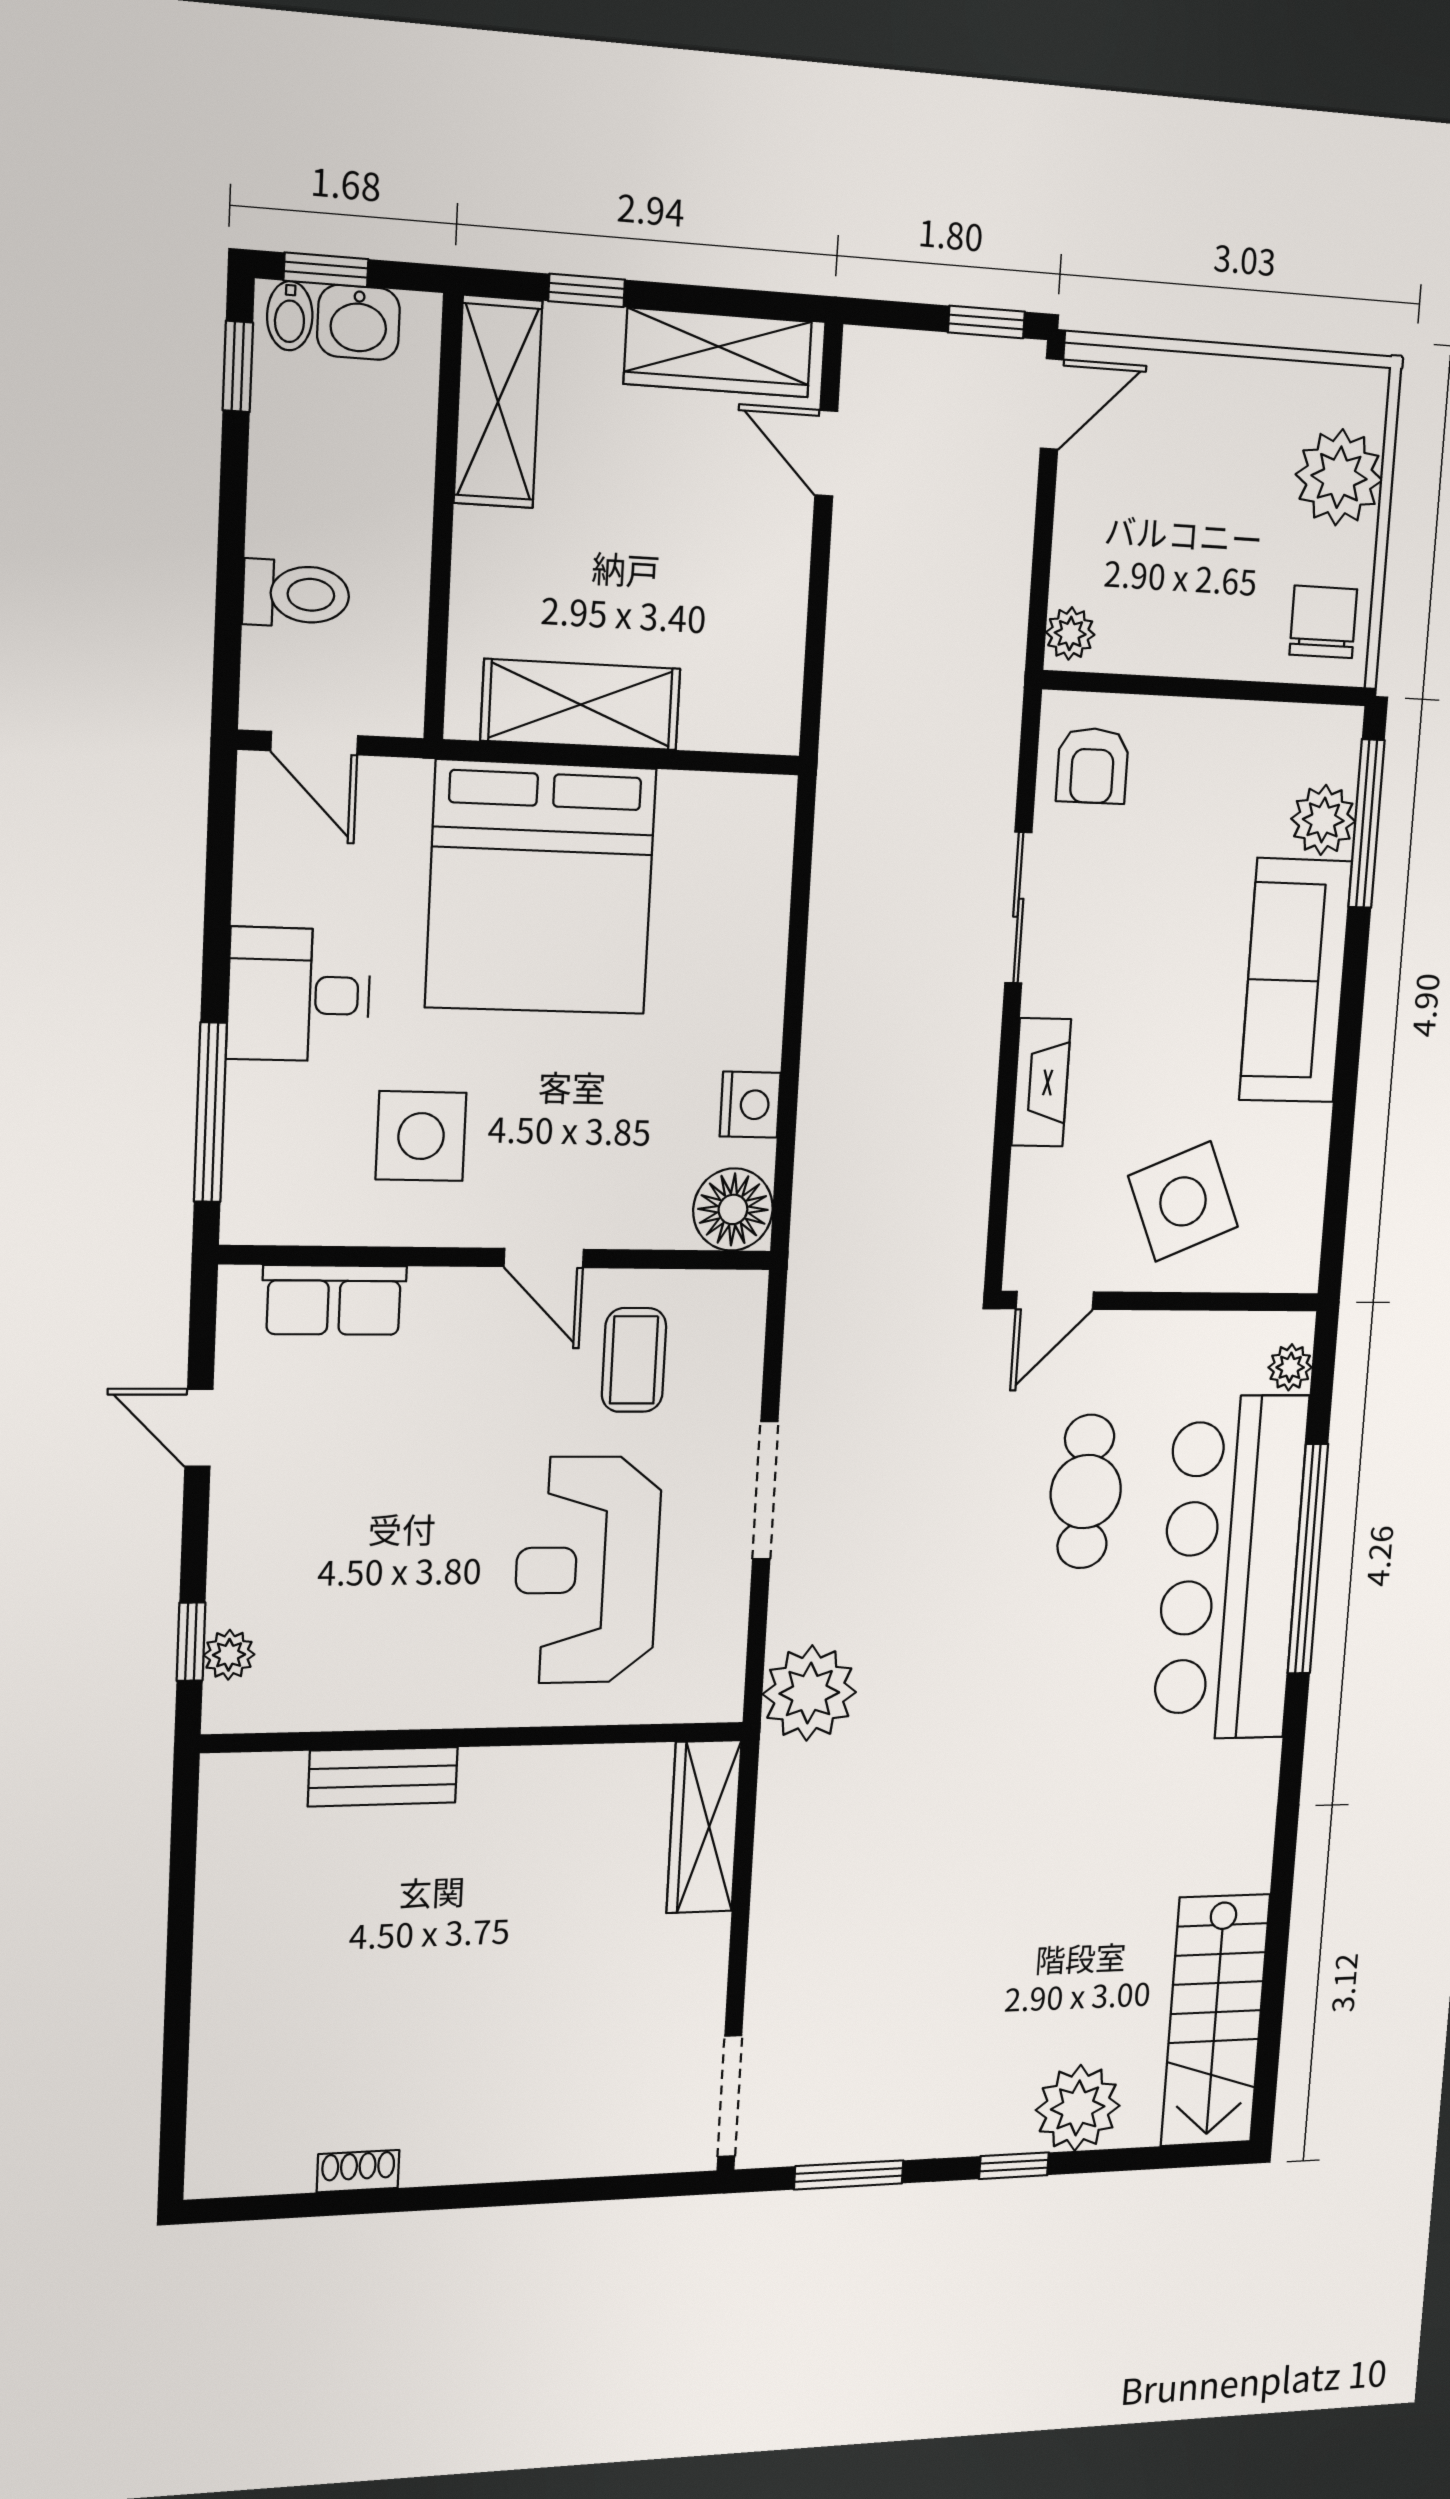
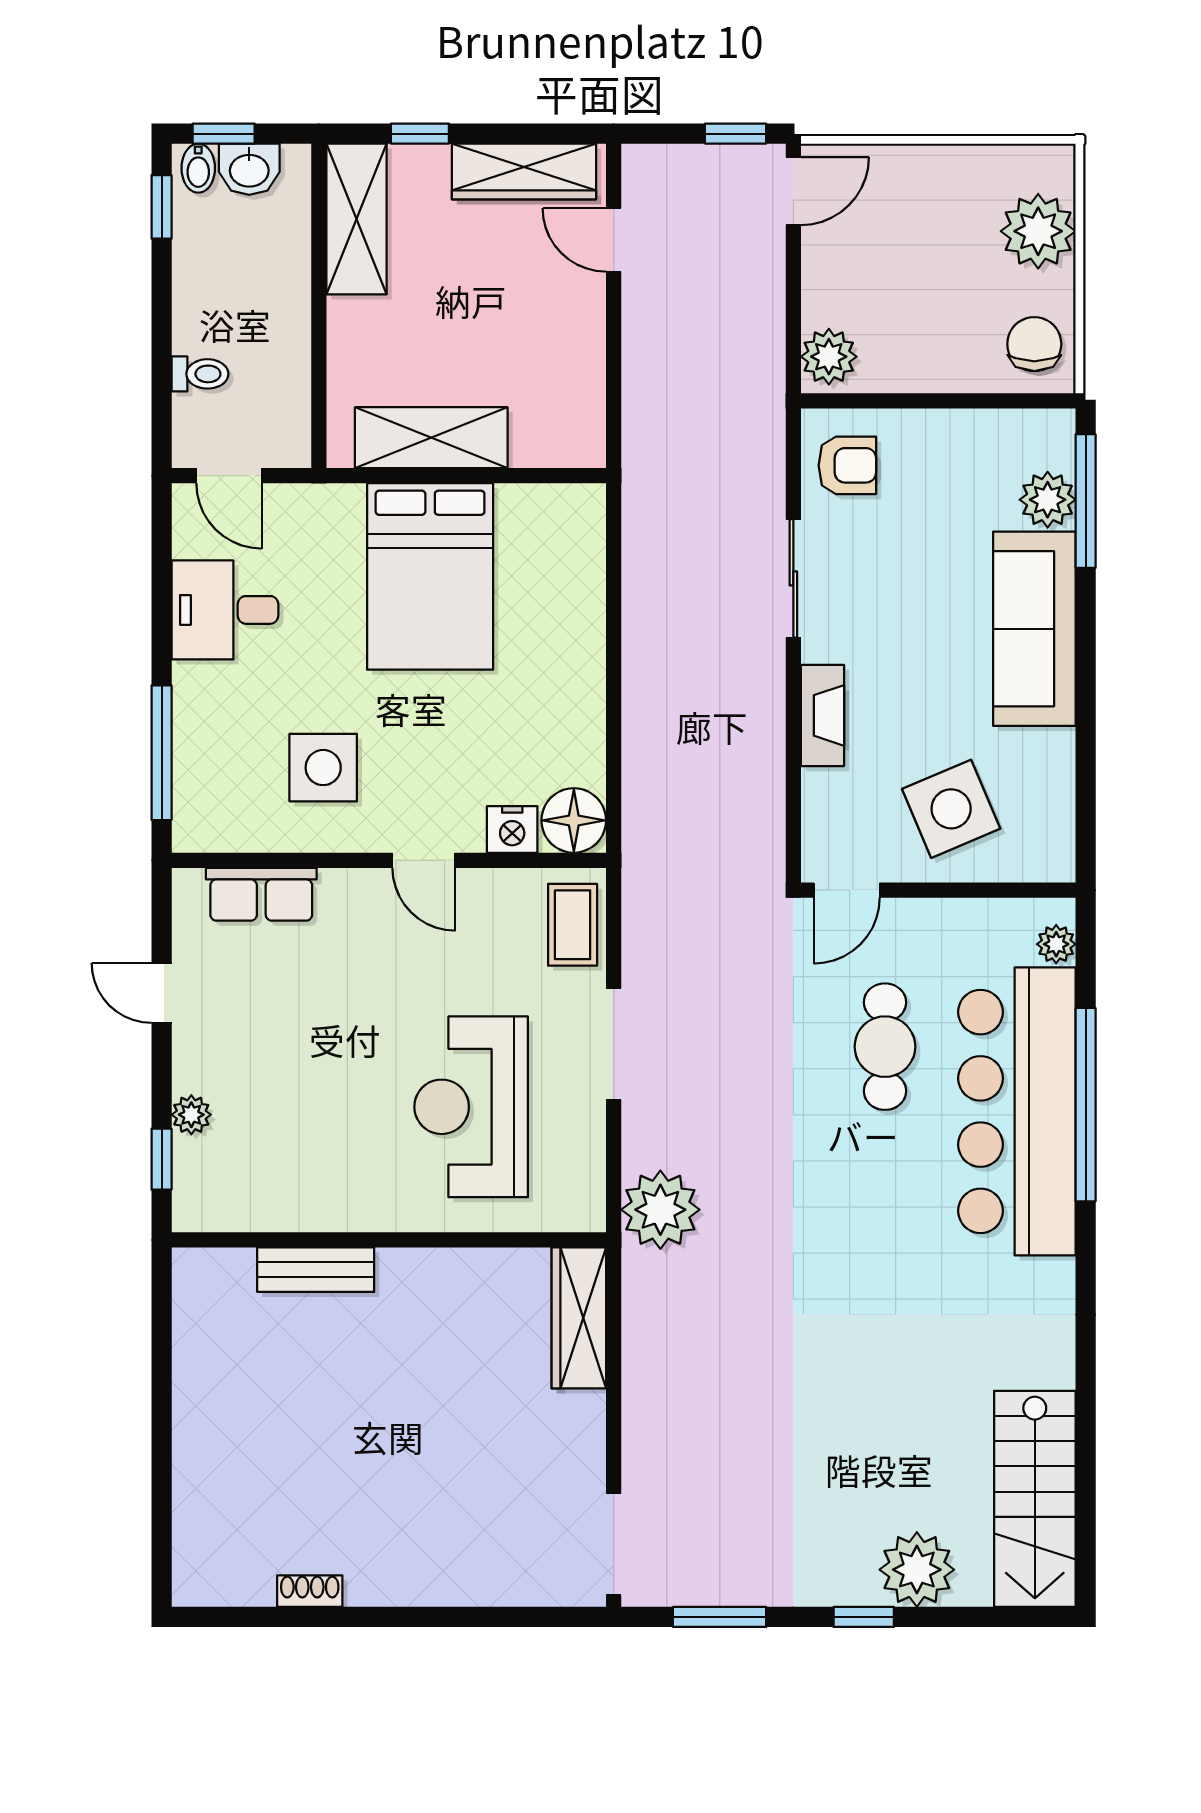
toilet: (296, 594) -> (200, 374), width x0.73, depth x0.72
plant: (1070, 633) -> (829, 357), width x1.38, depth x1.38
armchair: (1093, 766) -> (847, 465), turned -90
bed: (541, 888) -> (430, 576), width x0.73
desk: (299, 995) -> (225, 610), moved
nightstand: (750, 1105) -> (512, 829), moved, turned 90
coffee table: (634, 1360) -> (573, 925), moved
plant: (229, 1655) -> (191, 1115), moved

